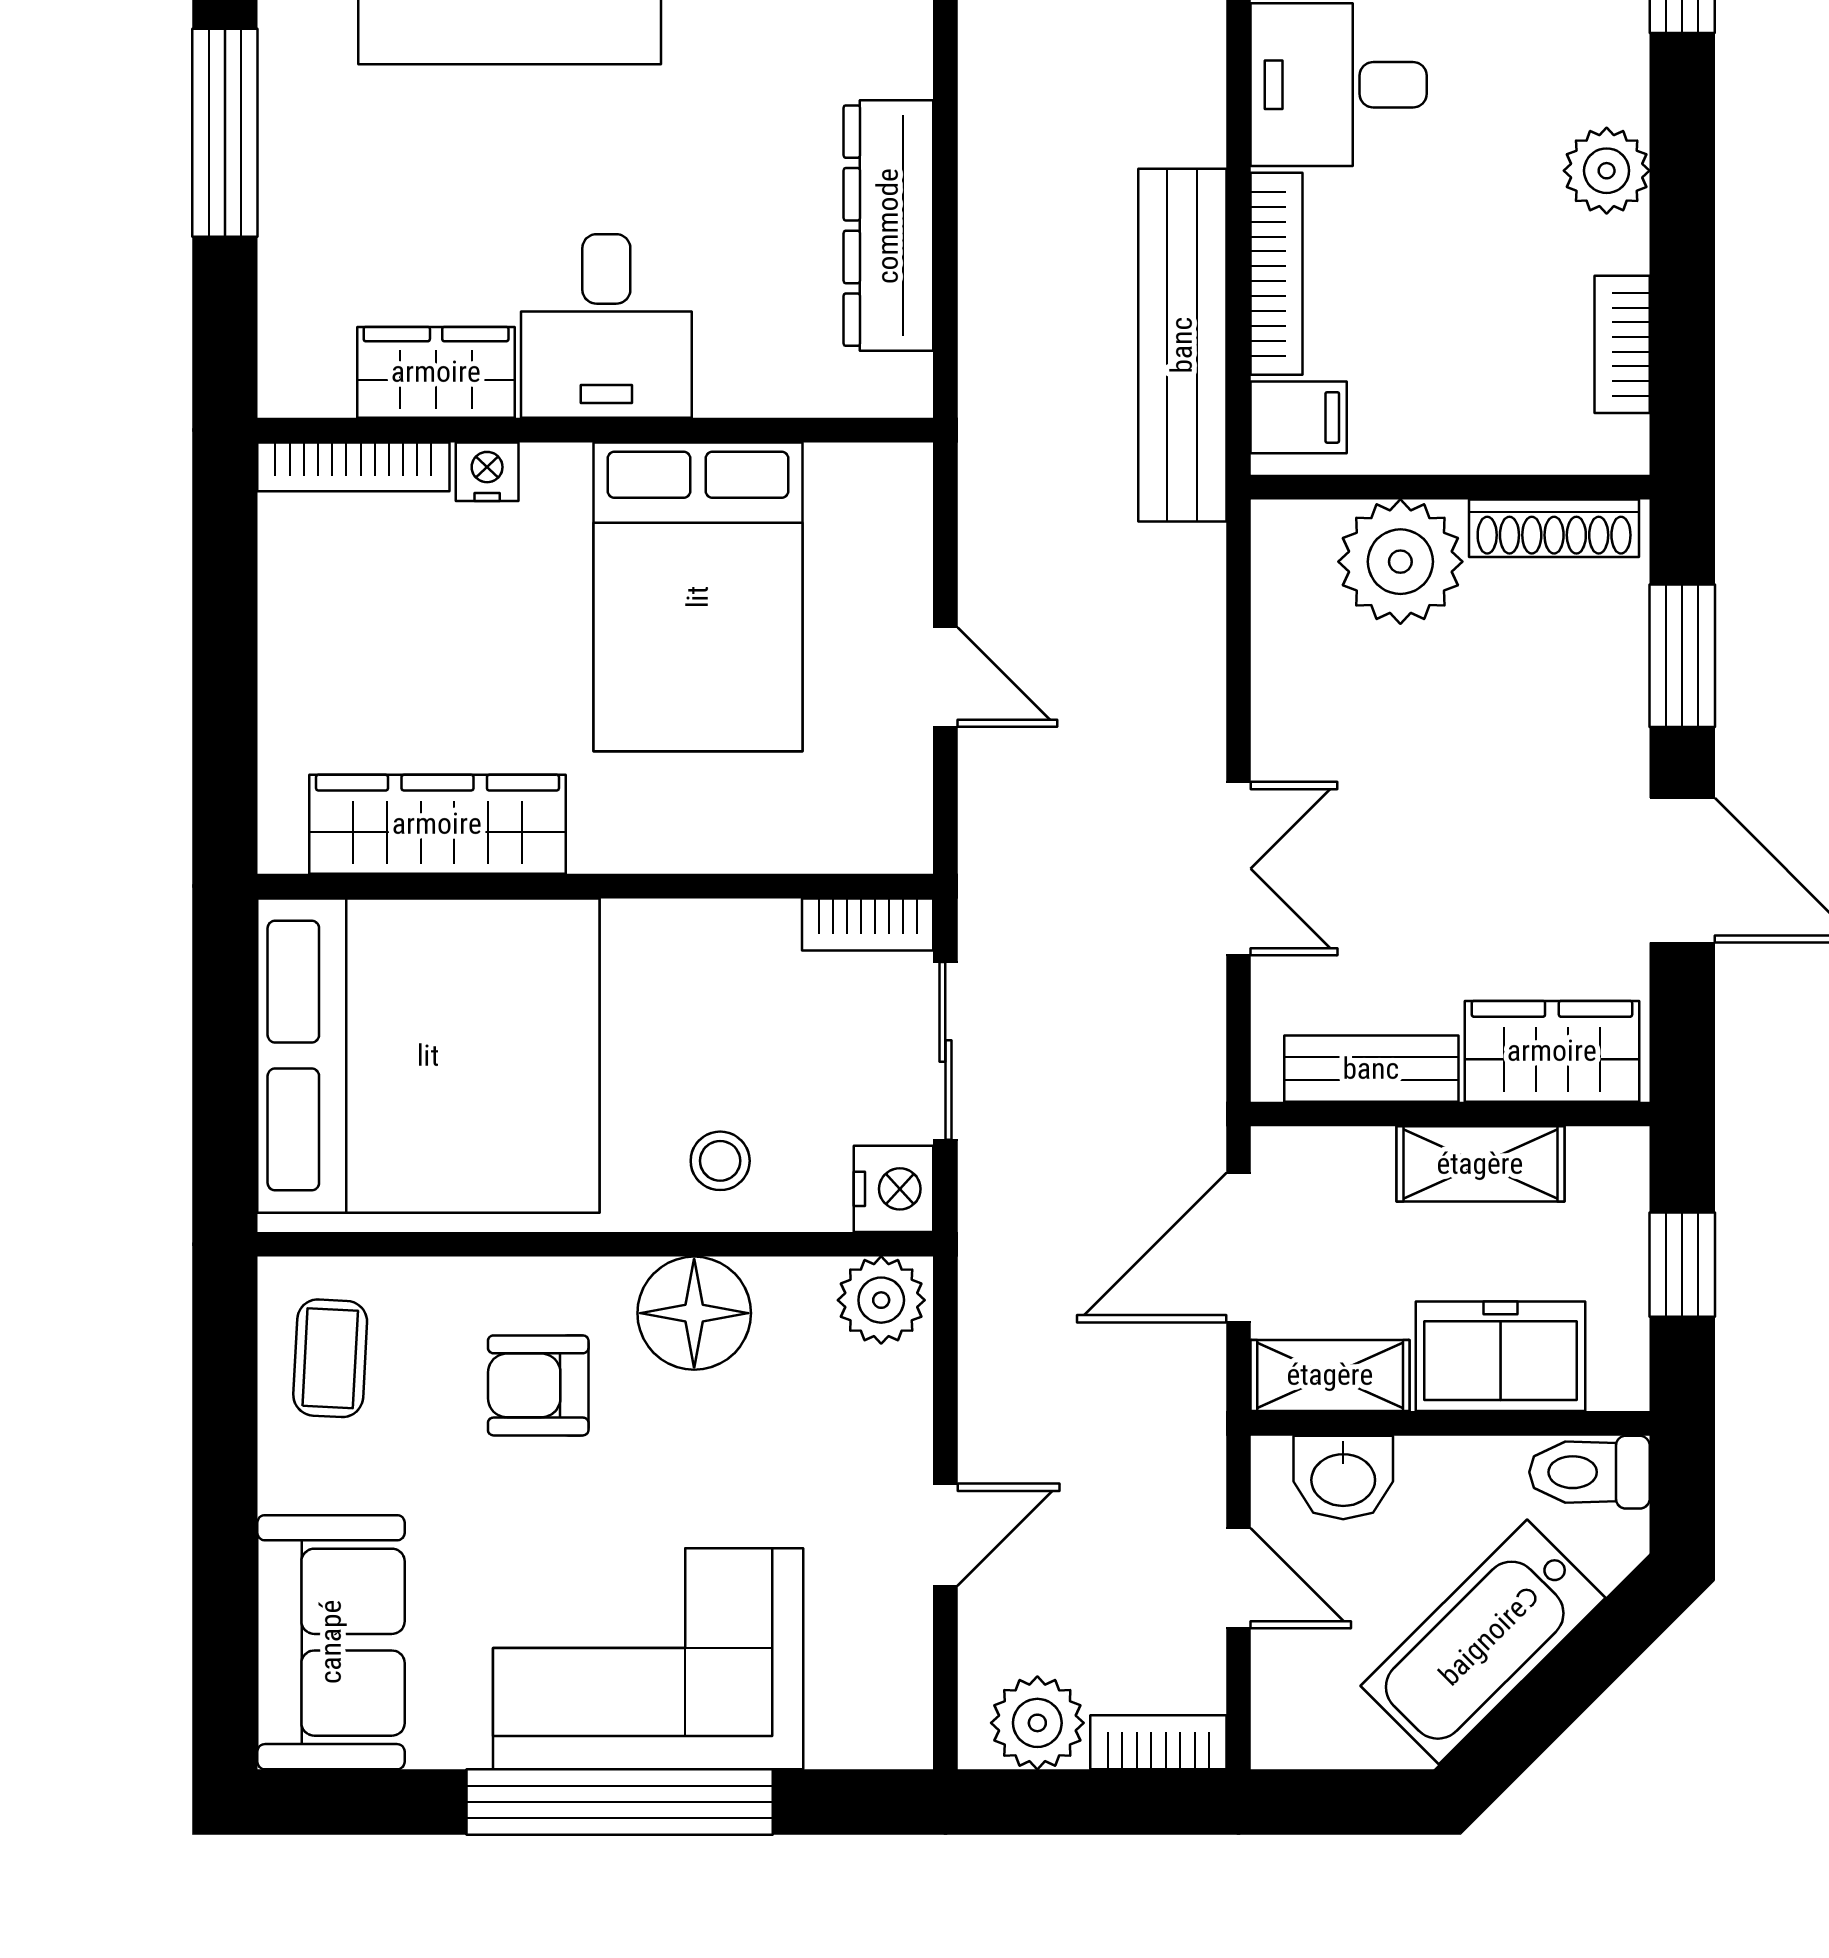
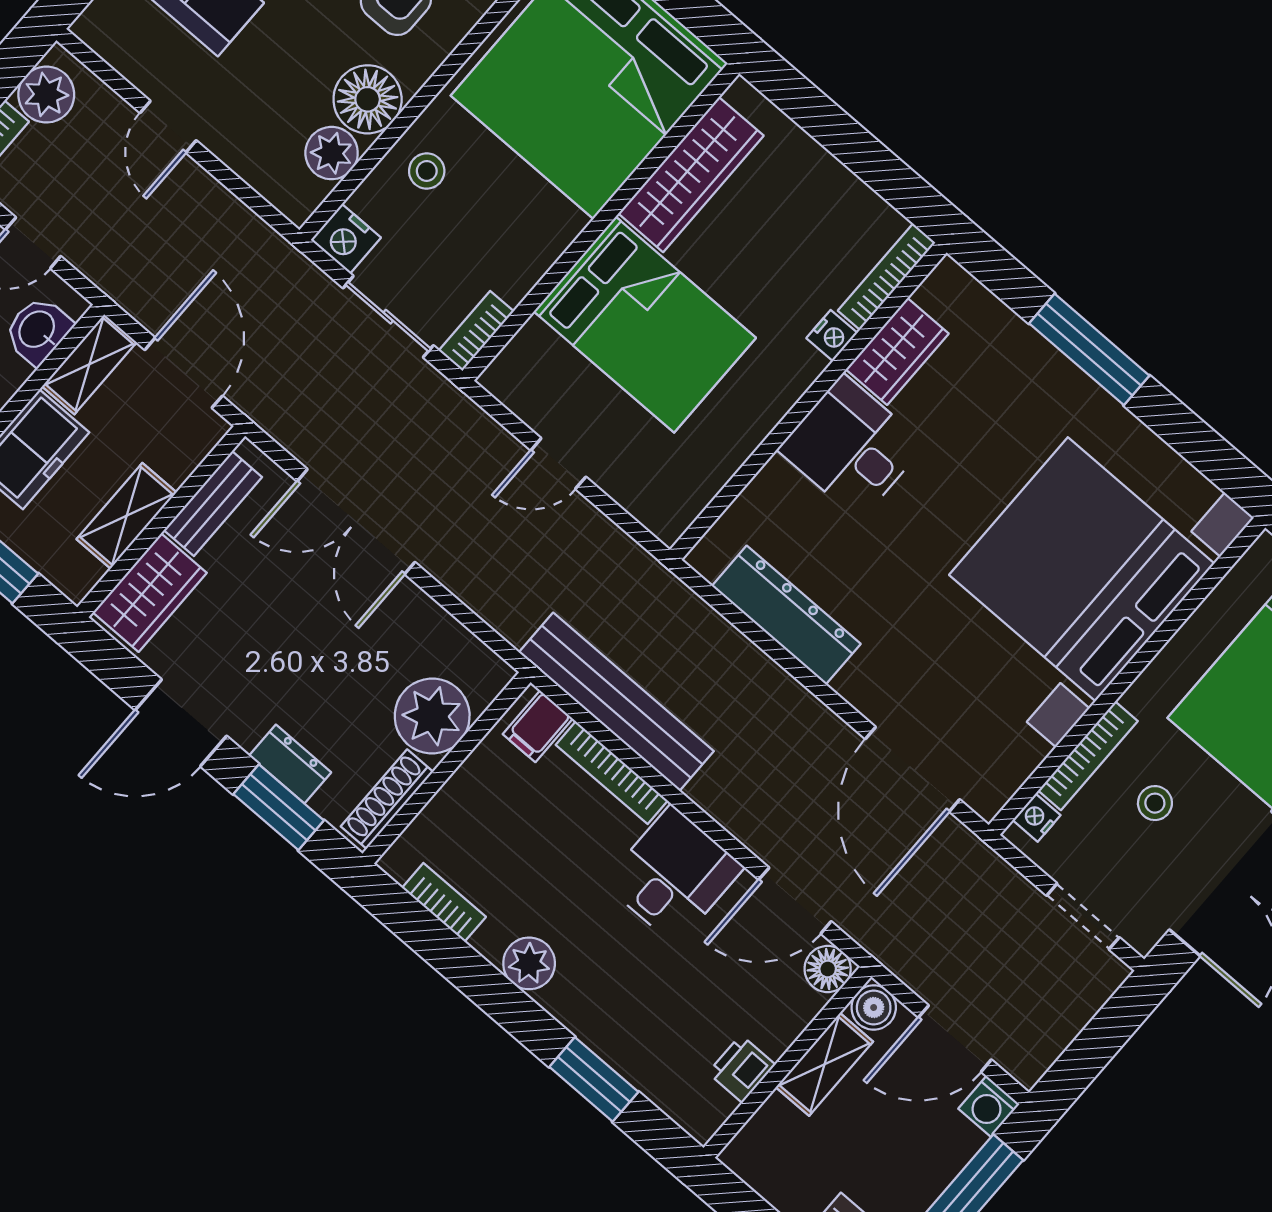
bed: (698, 597) -> (645, 325), moved, turned 180
dresser: (1615, 688) -> (290, 764), added
double door: (1238, 869) -> (356, 522), width x1.37
plant: (881, 1300) -> (332, 153), moved

